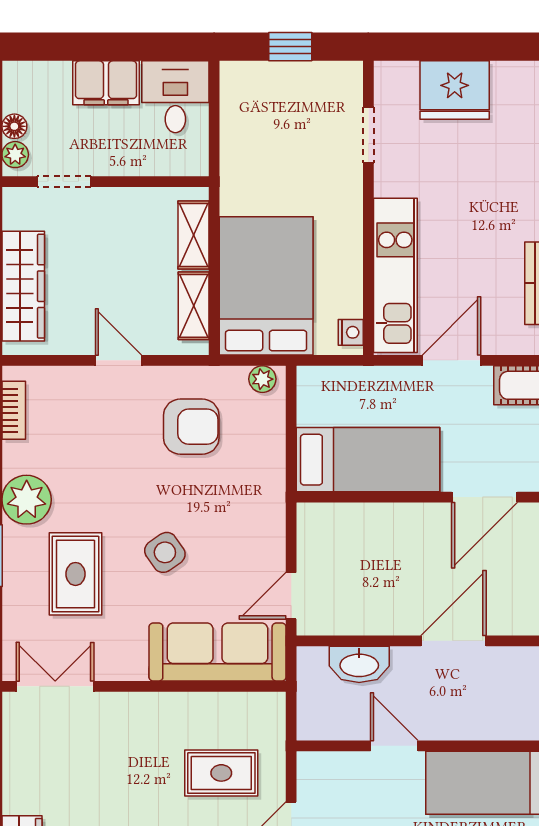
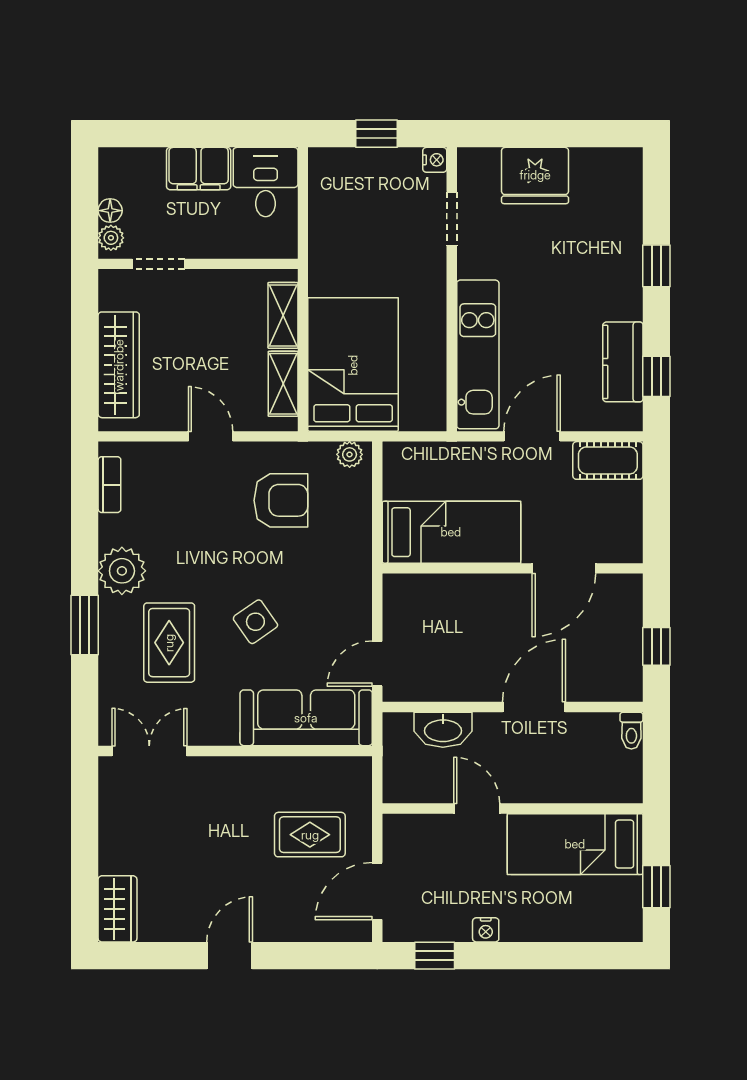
nightstand: (351, 332) -> (435, 160), moved

